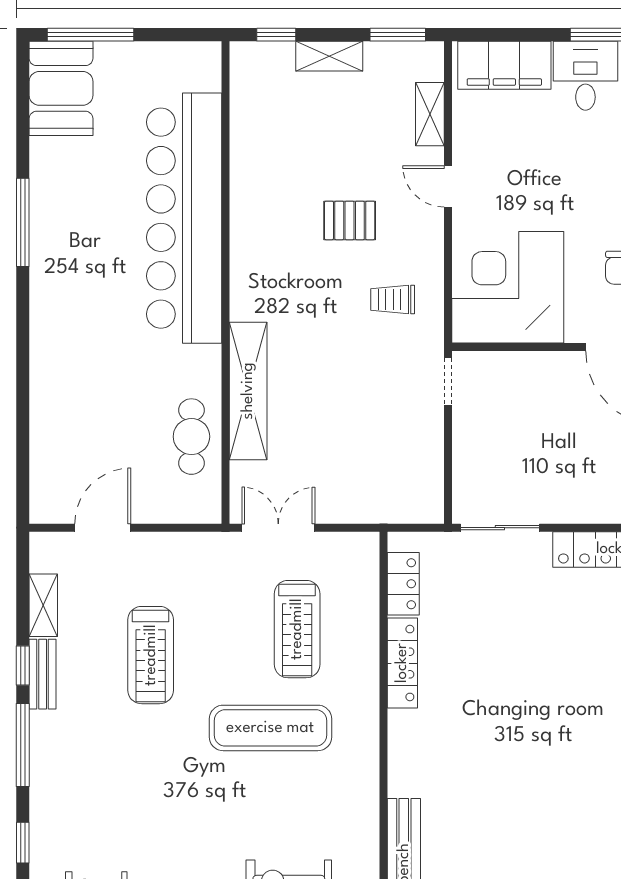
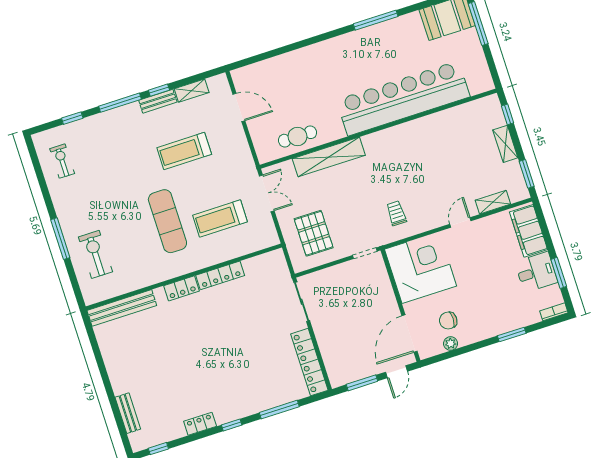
pallet: (350, 220) -> (314, 233), moved, width x1.50, depth x1.42
locker: (403, 584) -> (181, 288), moved

